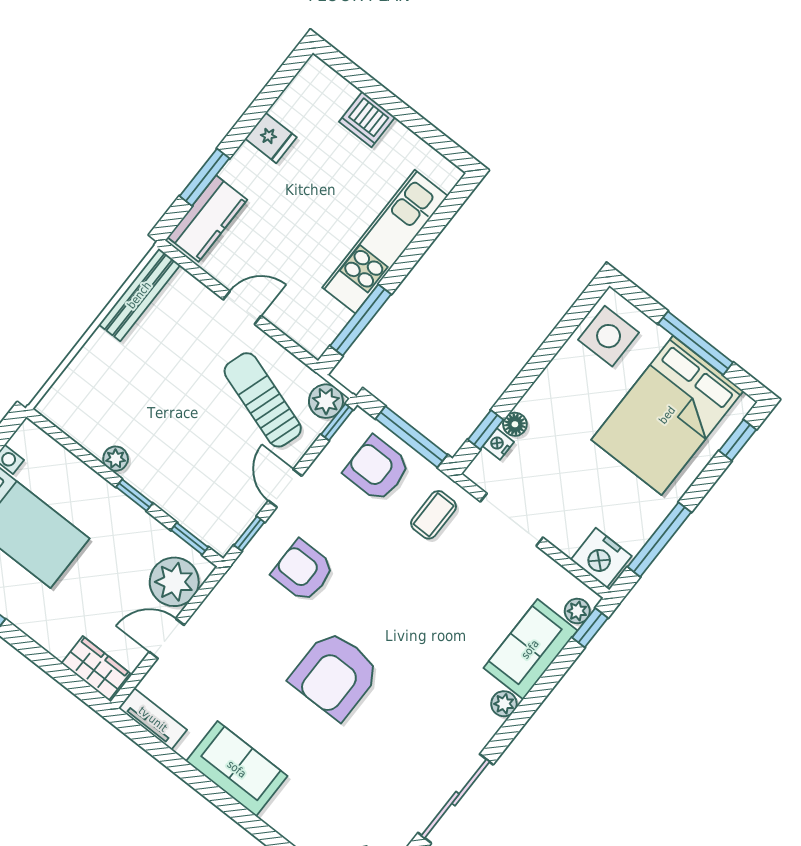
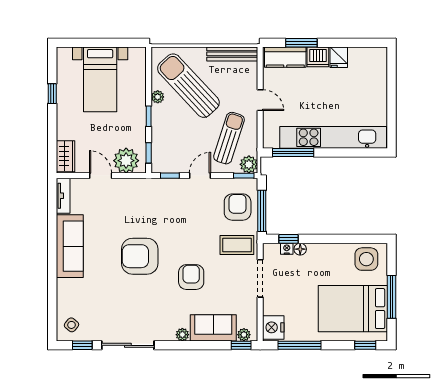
dishwasher: (367, 119) -> (318, 57), moved, turned -90
kitchen unit: (385, 242) -> (333, 137), width x1.36
sun lounger: (135, 399) -> (188, 86), added
coffee table: (434, 515) -> (237, 245), width x1.36, depth x1.30
armchair: (303, 571) -> (191, 277), moved
sofa: (237, 769) -> (70, 246), width x1.36

